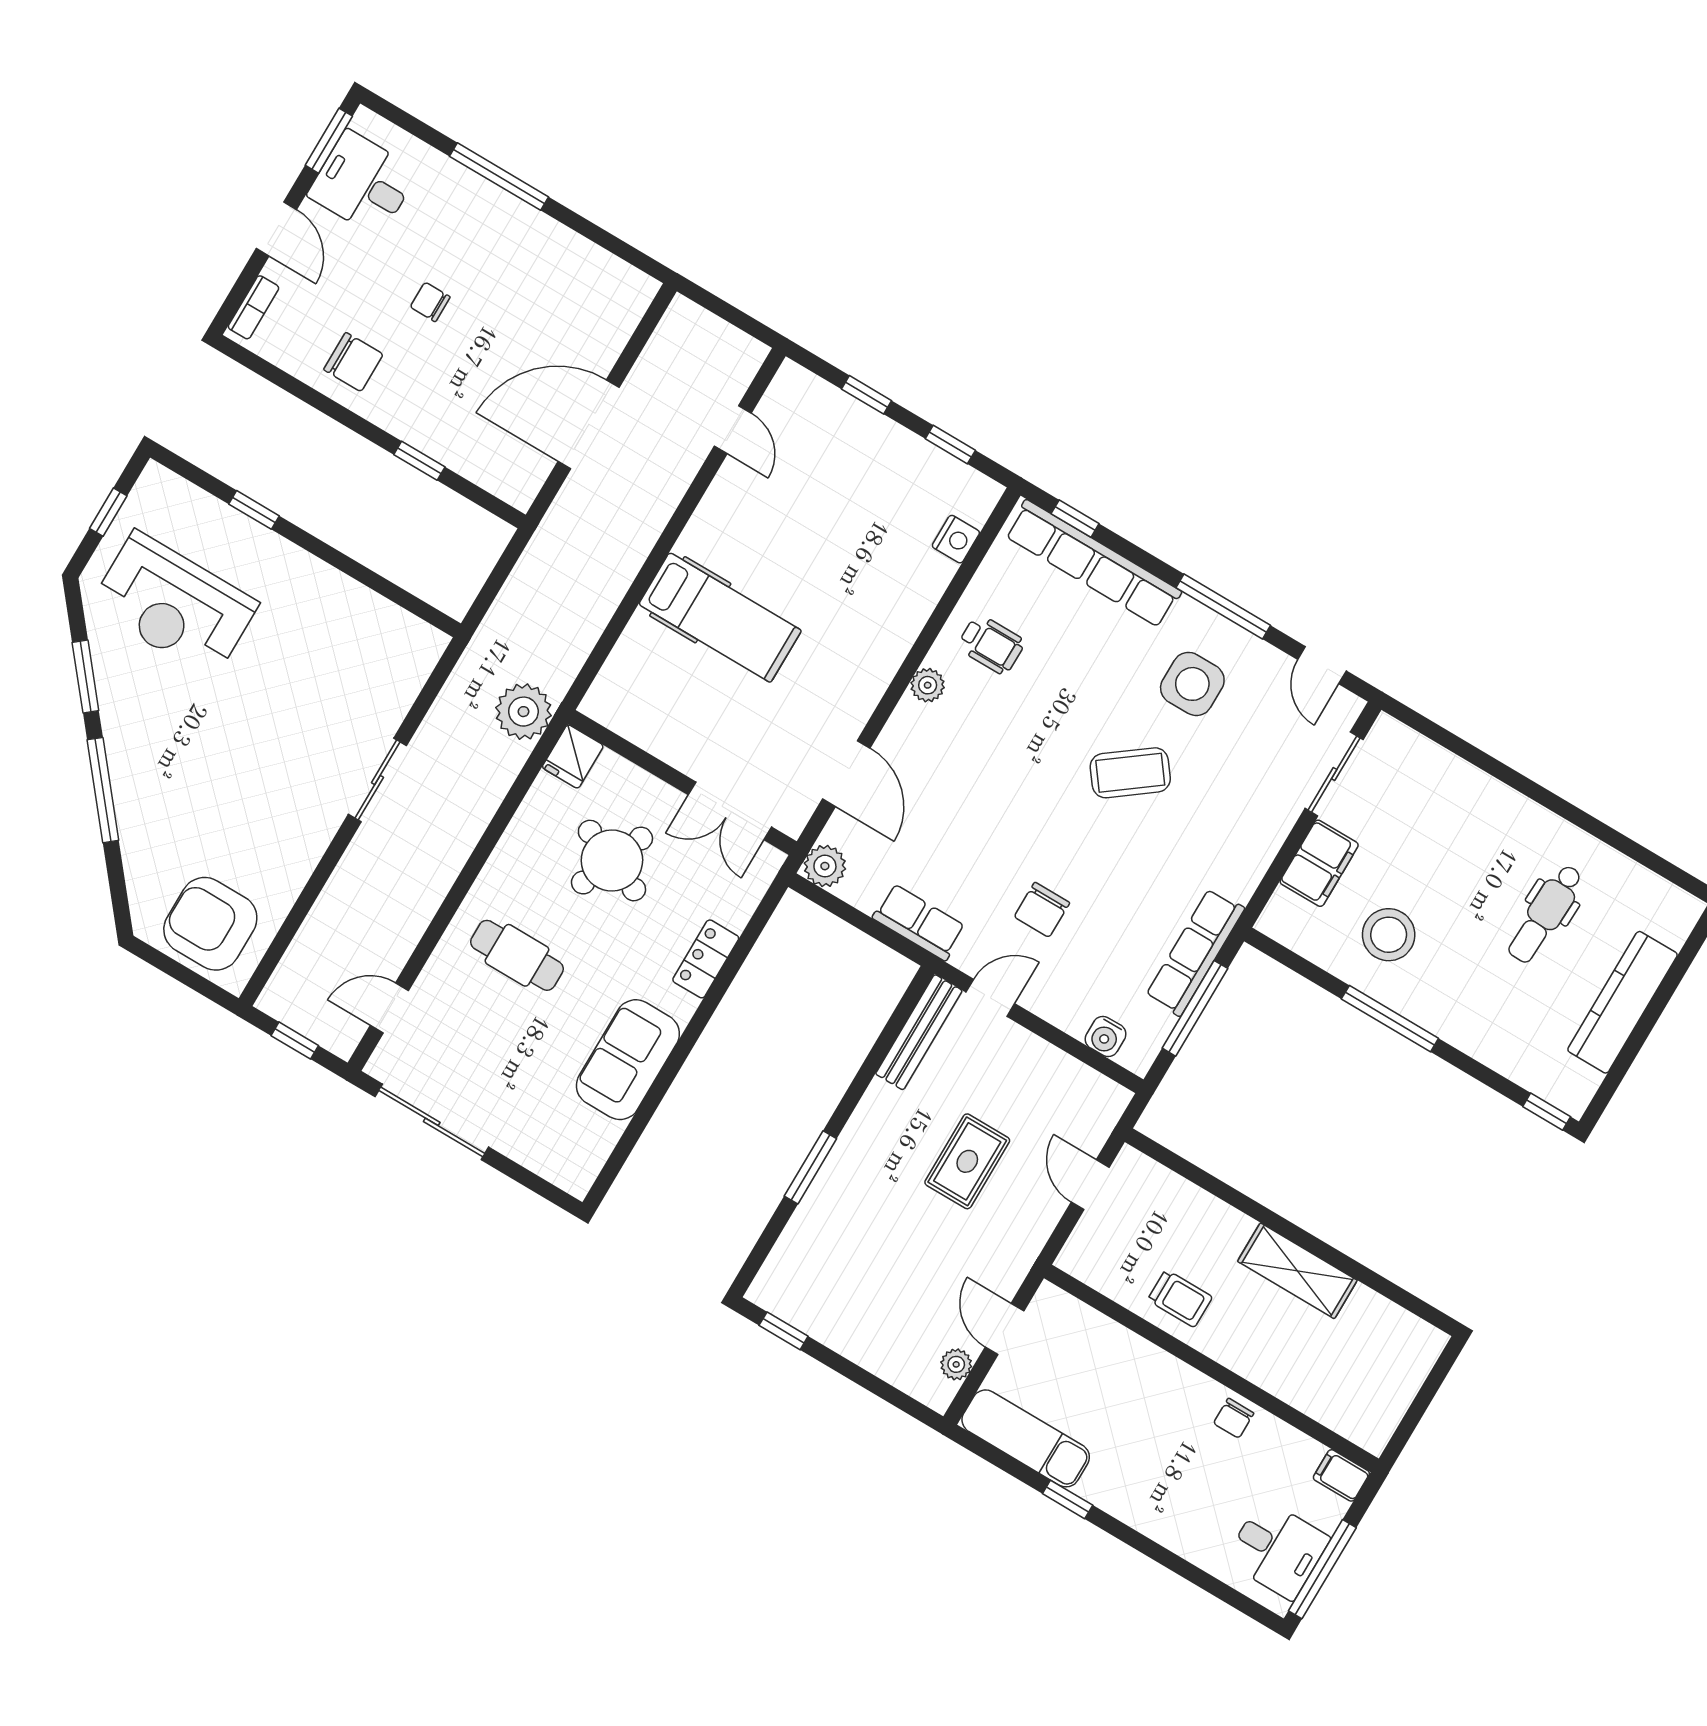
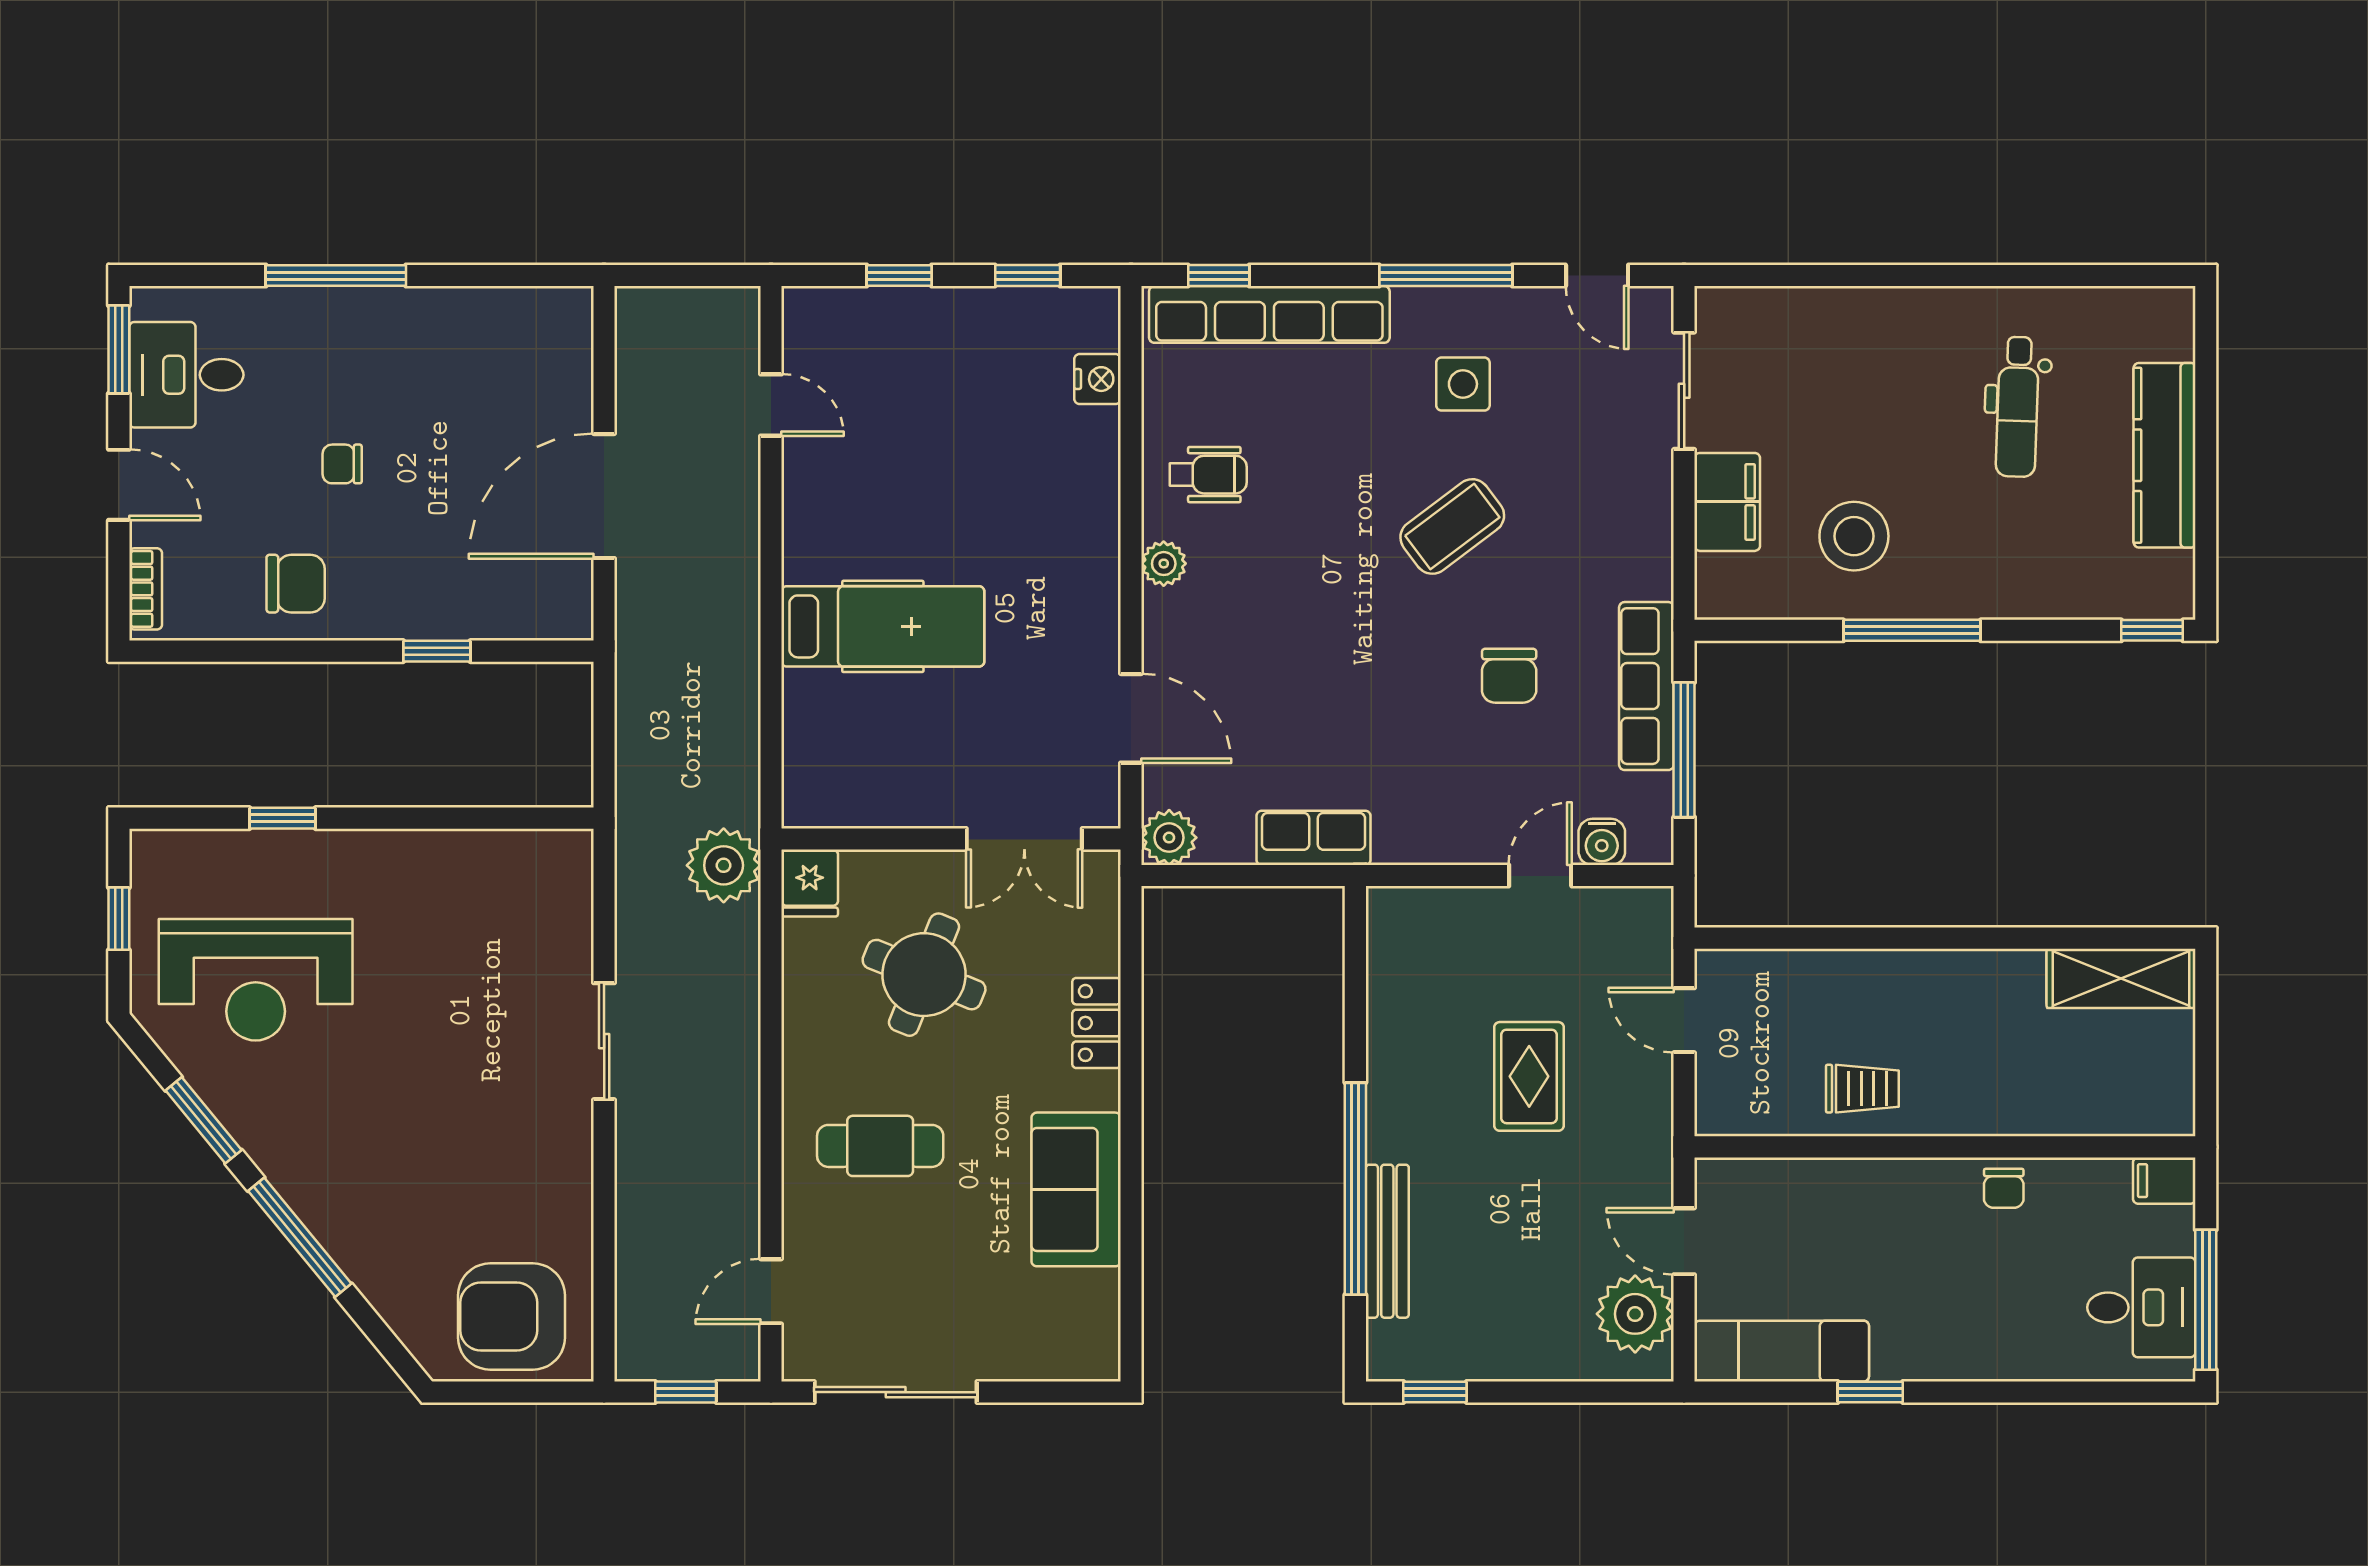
side table: (1192, 684) -> (1463, 384), width x0.73, depth x0.73
chair: (1042, 910) -> (1509, 676), moved
door: (990, 998) -> (1540, 876), moved
bench: (919, 1032) -> (1387, 1241), moved
window: (810, 1167) -> (1355, 1189), width x2.11
shelving: (1297, 1271) -> (2121, 978), moved
plant: (956, 1364) -> (1635, 1314), width x1.88, depth x1.88

